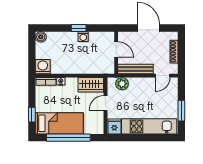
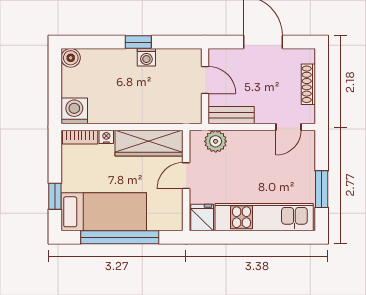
bench: (135, 69) -> (231, 115), width x0.73
wardrobe: (91, 85) -> (149, 143), width x1.50

